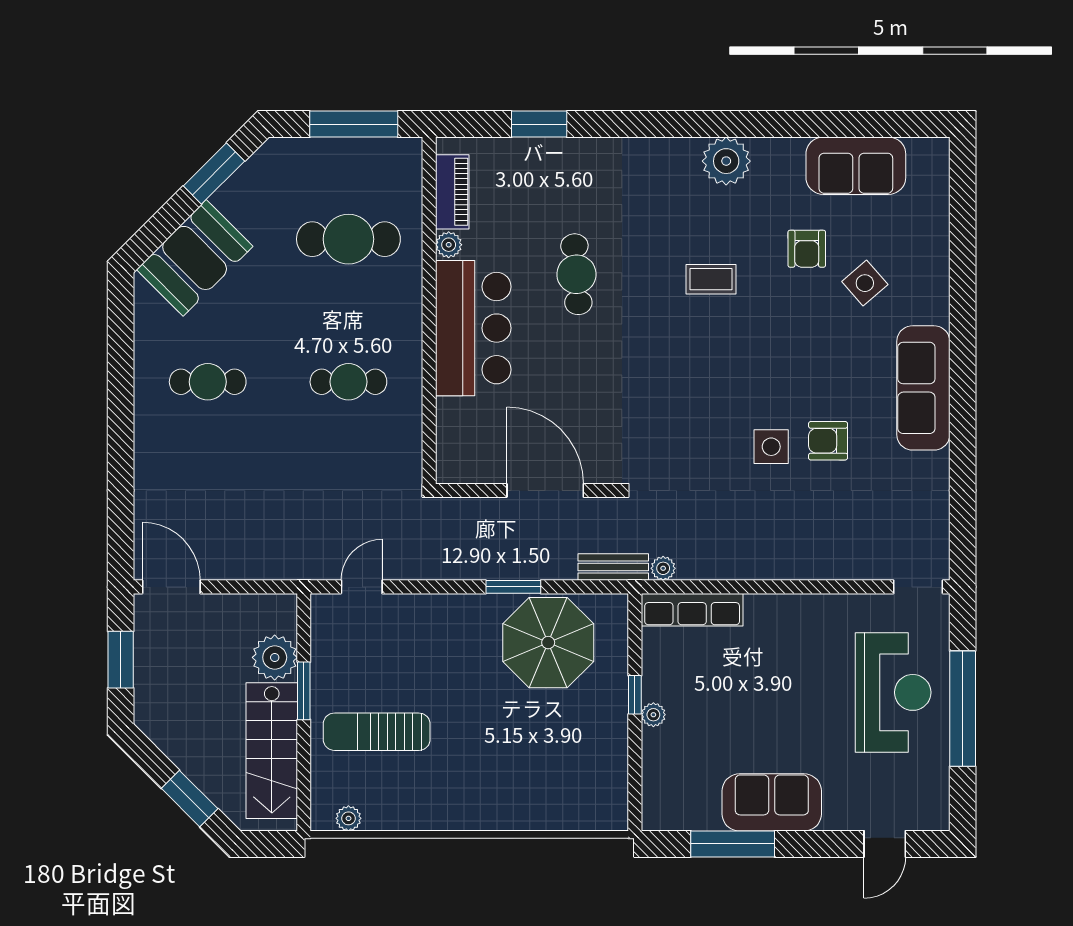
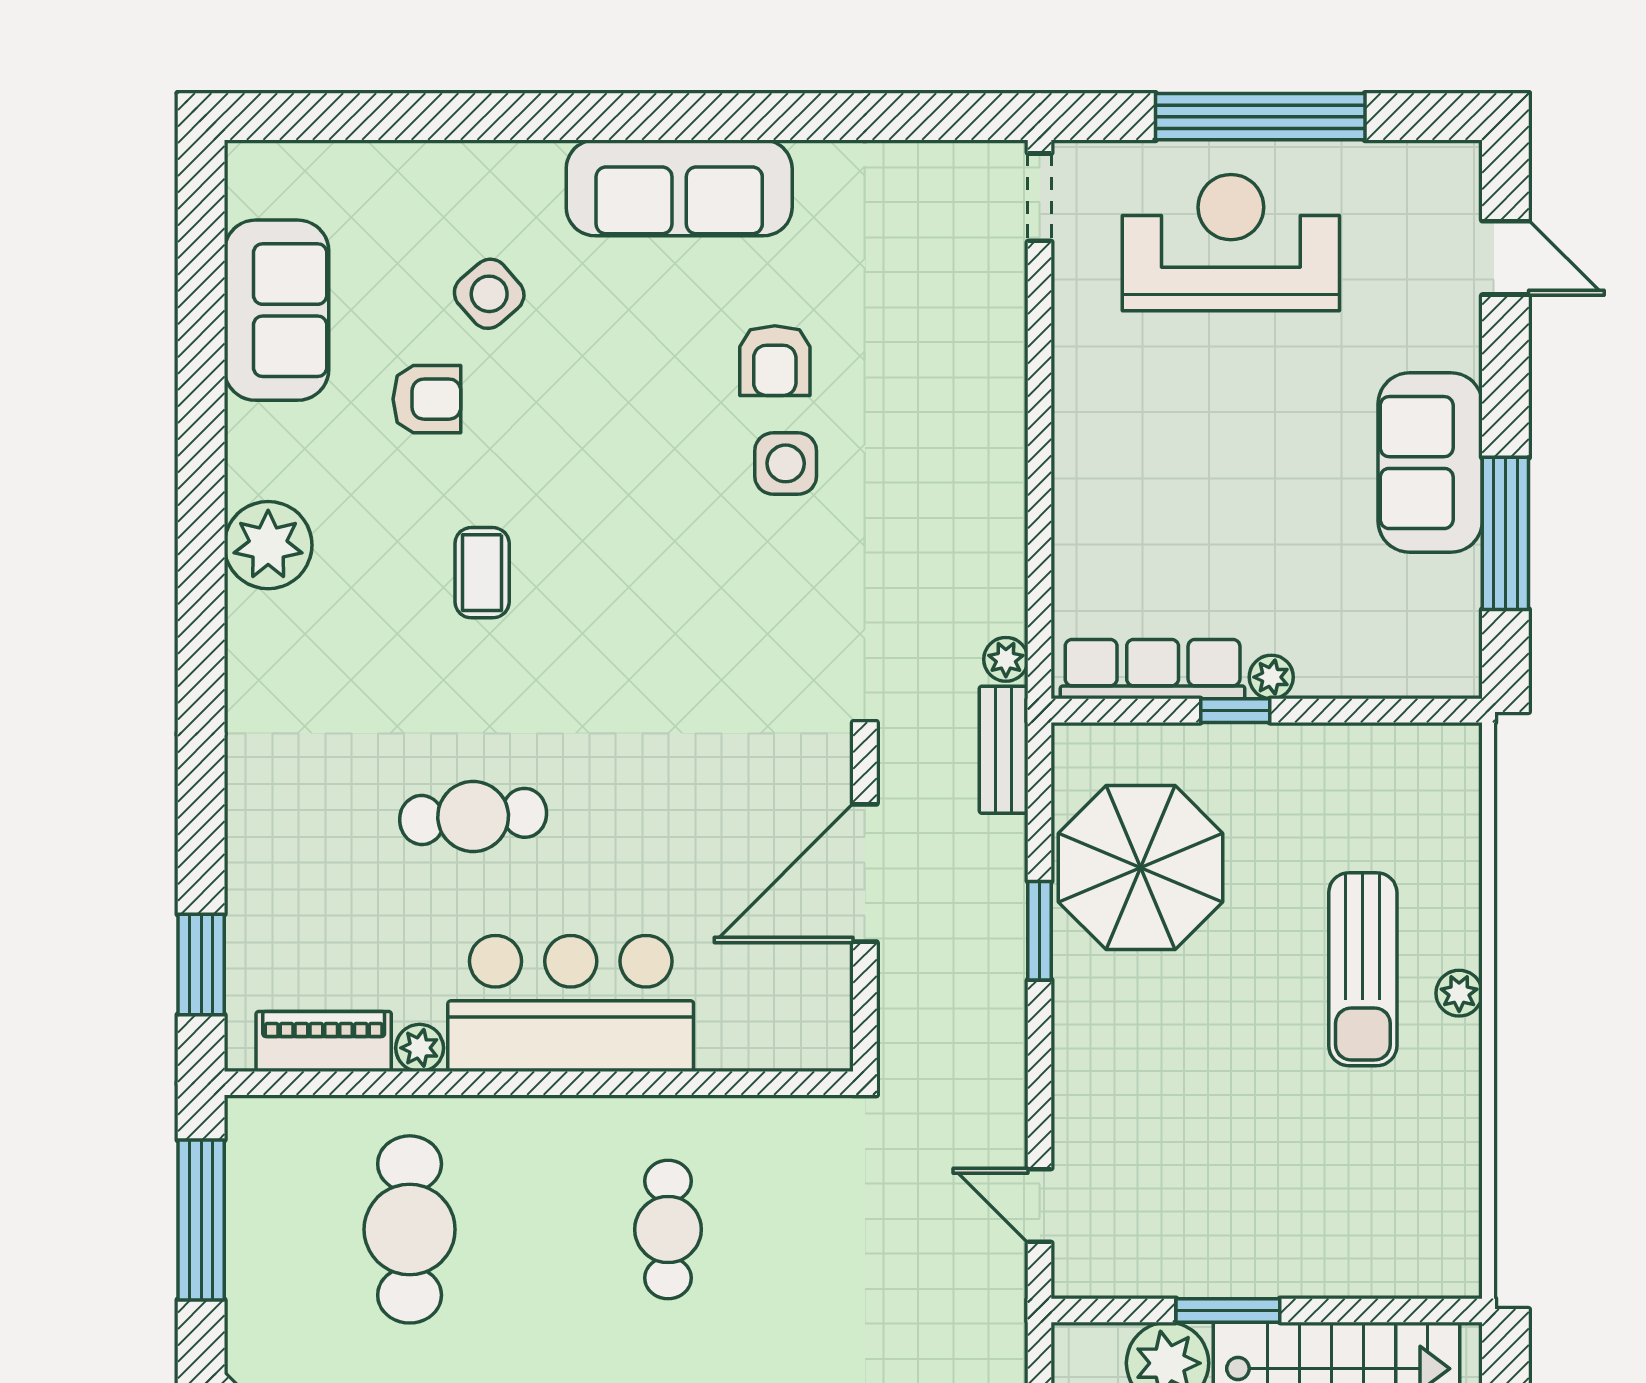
window: (539, 124) -> (201, 964), moved
row of seats: (692, 610) -> (1153, 669), moved, turned -90
sun lounger: (377, 732) -> (1363, 969), moved
plant: (348, 818) -> (1459, 993), moved

